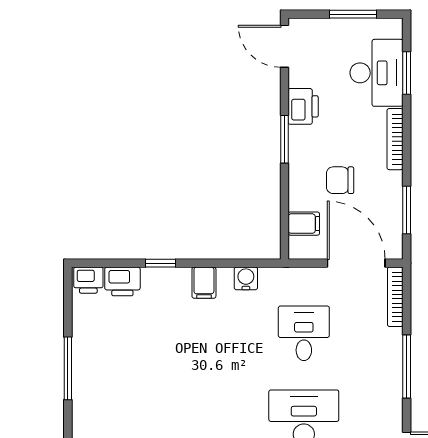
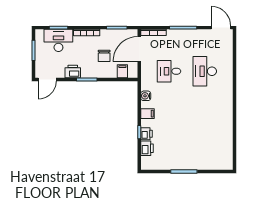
printer: (88, 280) -> (146, 134), moved

